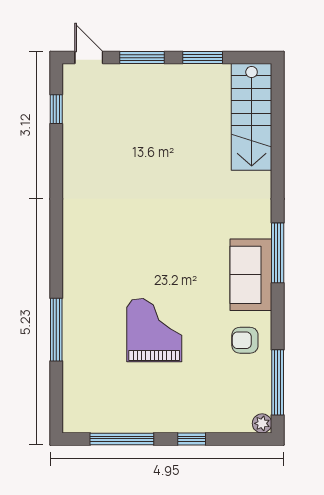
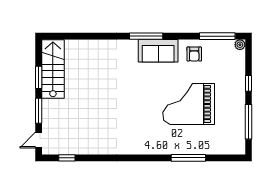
stairs: (252, 117) -> (53, 69), moved, turned -90
grand piano: (154, 330) -> (189, 104), width x1.37, depth x1.48

